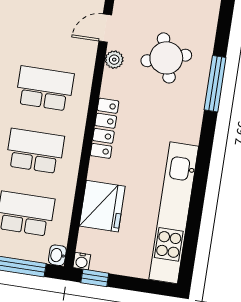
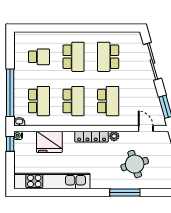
plant: (114, 60) -> (114, 136), moved

